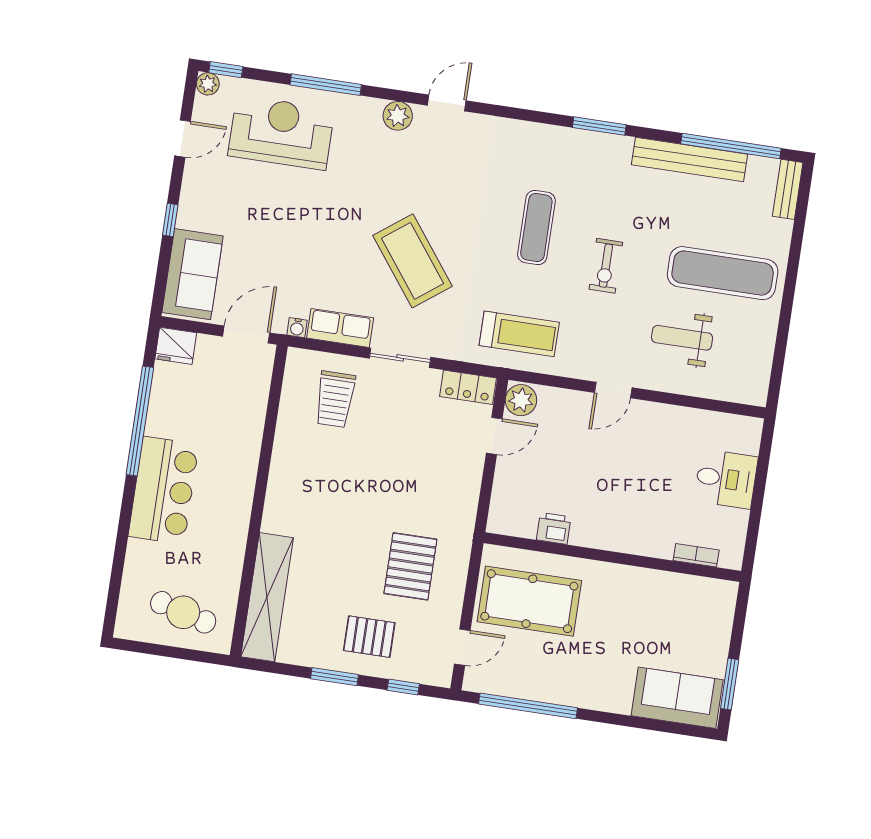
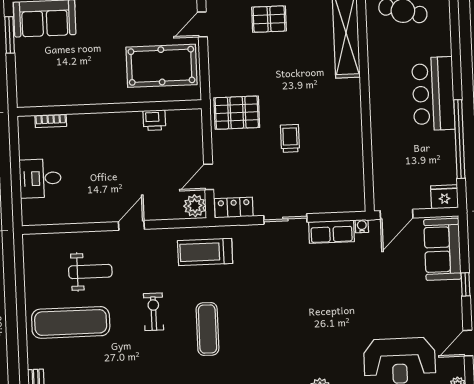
coffee table: (412, 261) -> (290, 289), removed
trolley: (335, 399) -> (290, 138), moved, width x0.73, depth x0.72
pallet: (410, 566) -> (237, 113), moved, turned 90

